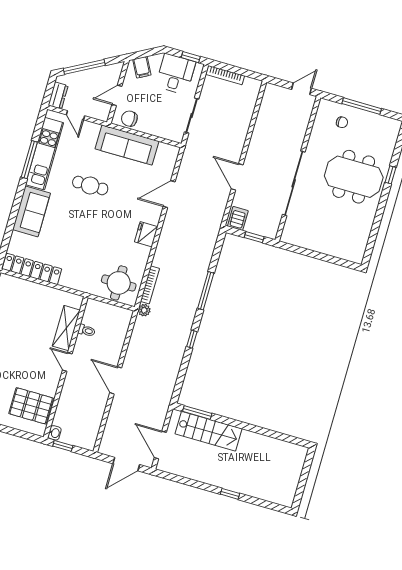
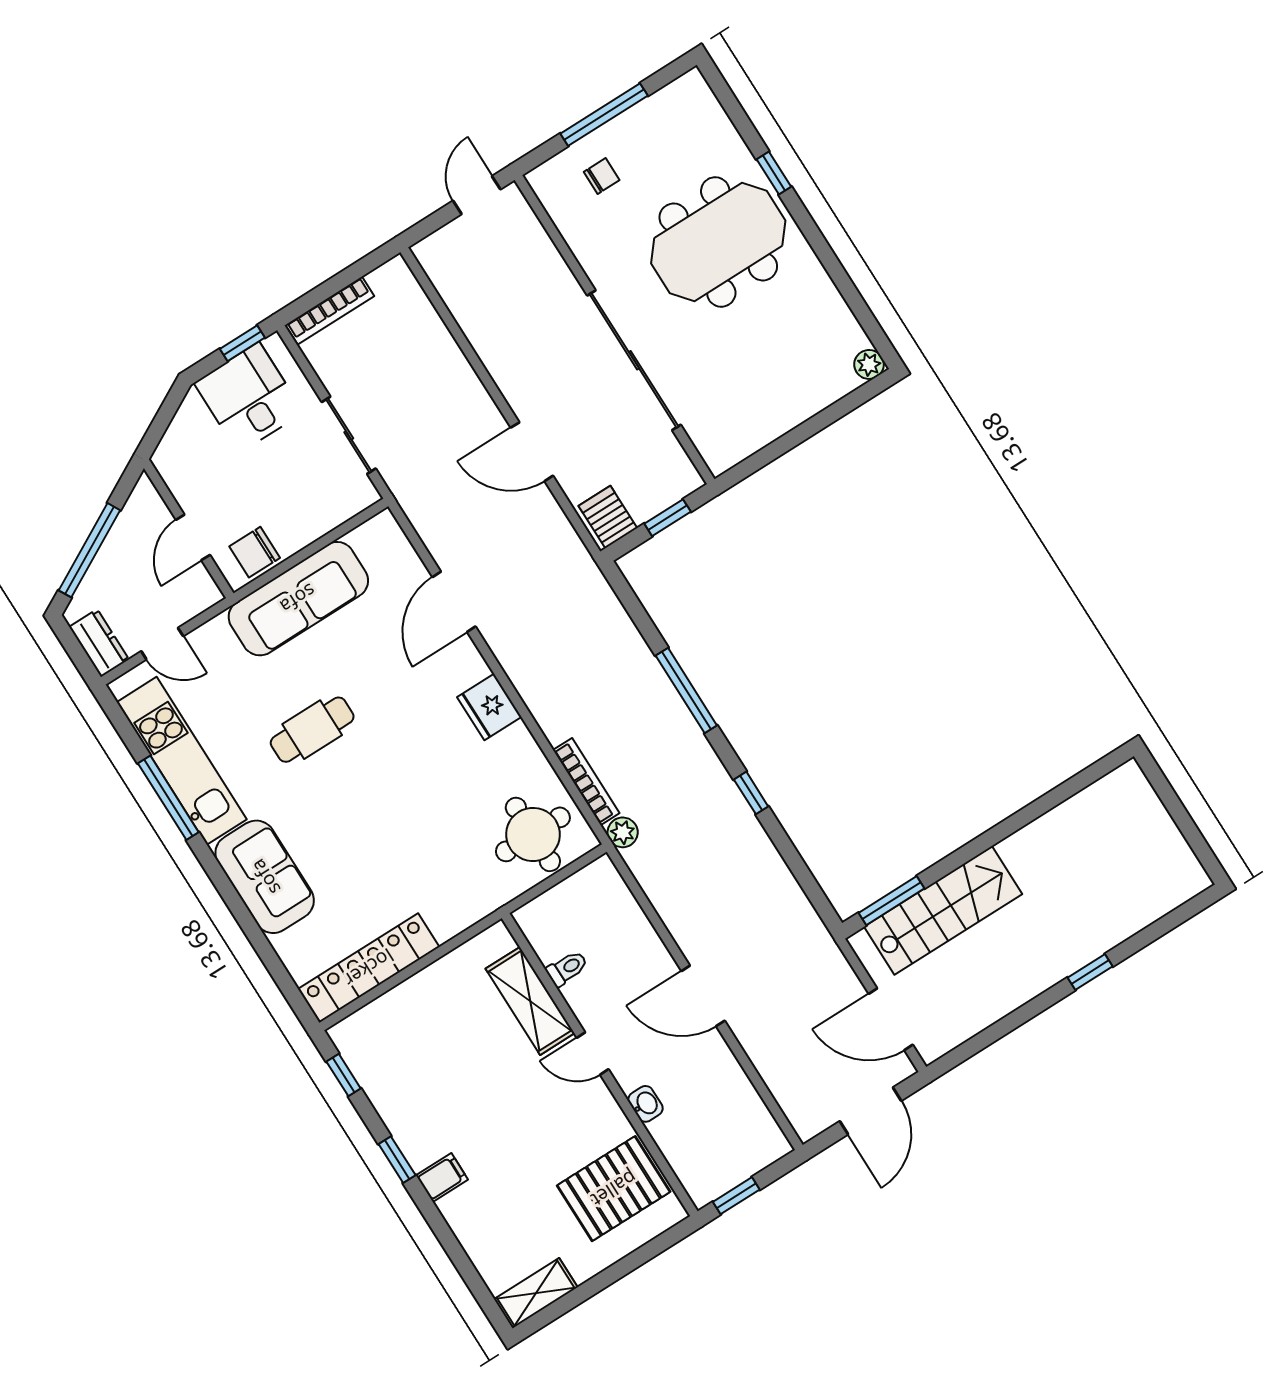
filing cabinet: (142, 67) -> (182, 447), removed
plant: (357, 257) -> (869, 364), added
washbasin: (55, 433) -> (645, 1104), moved

